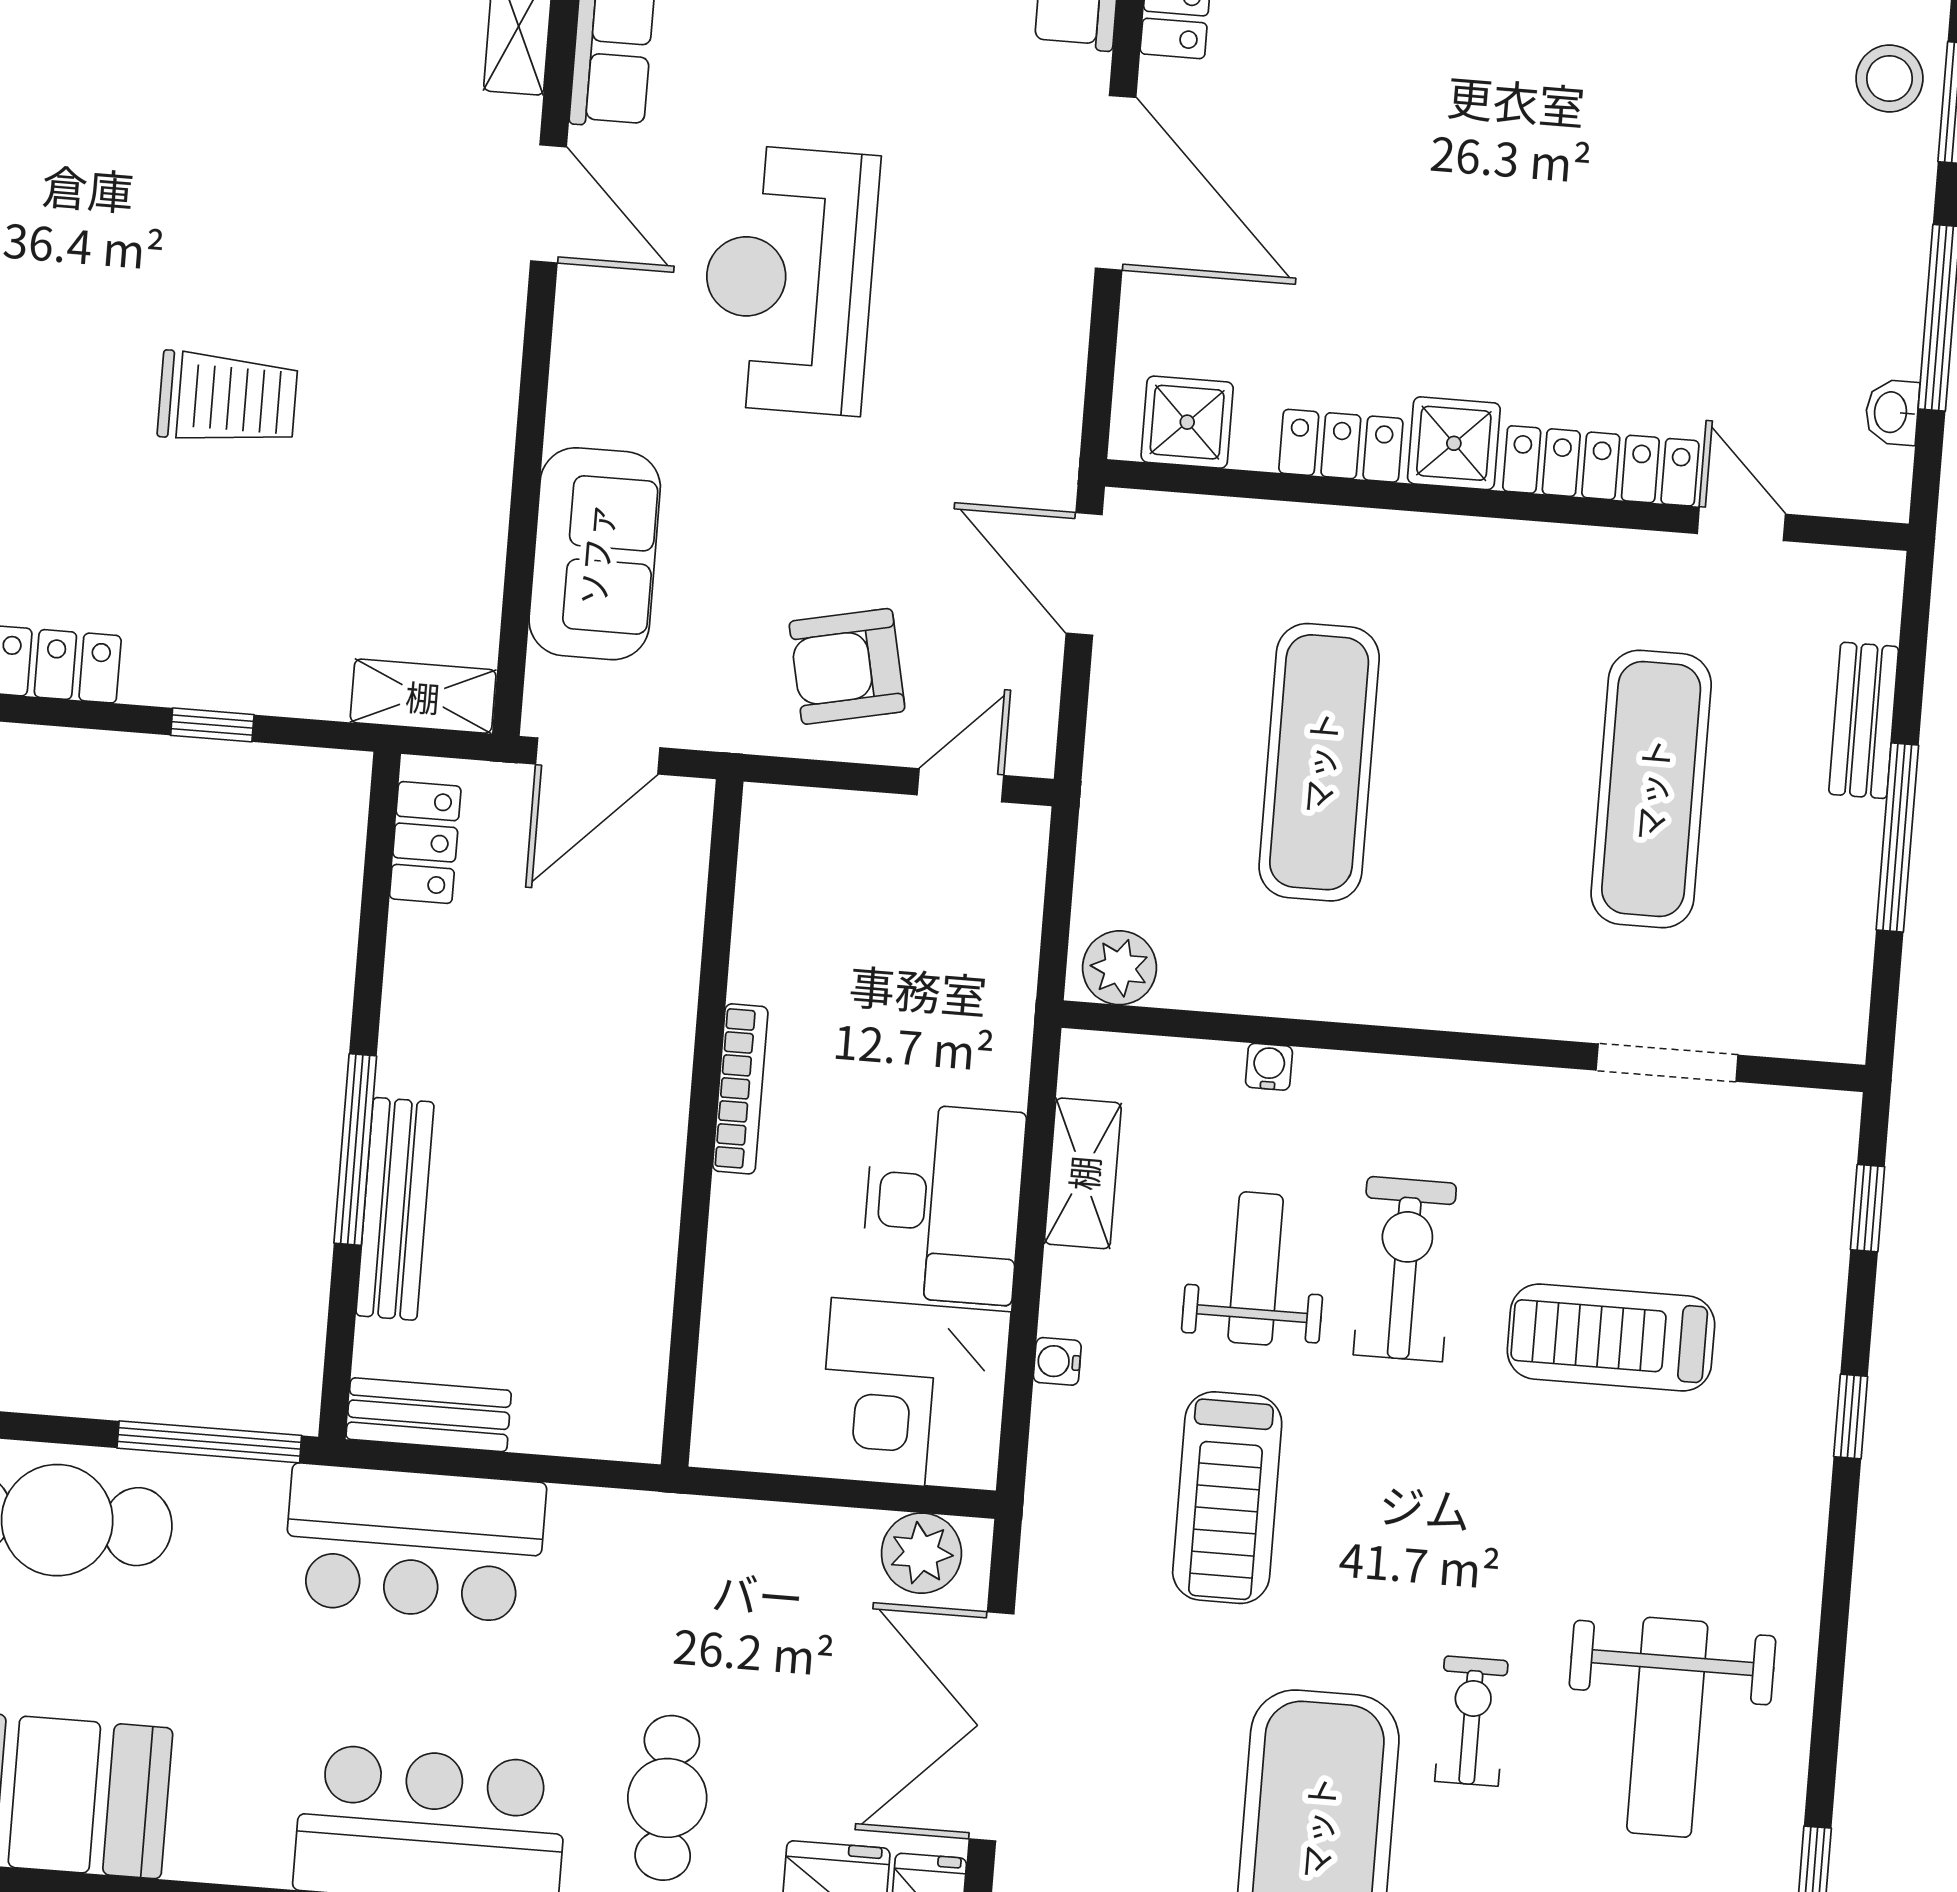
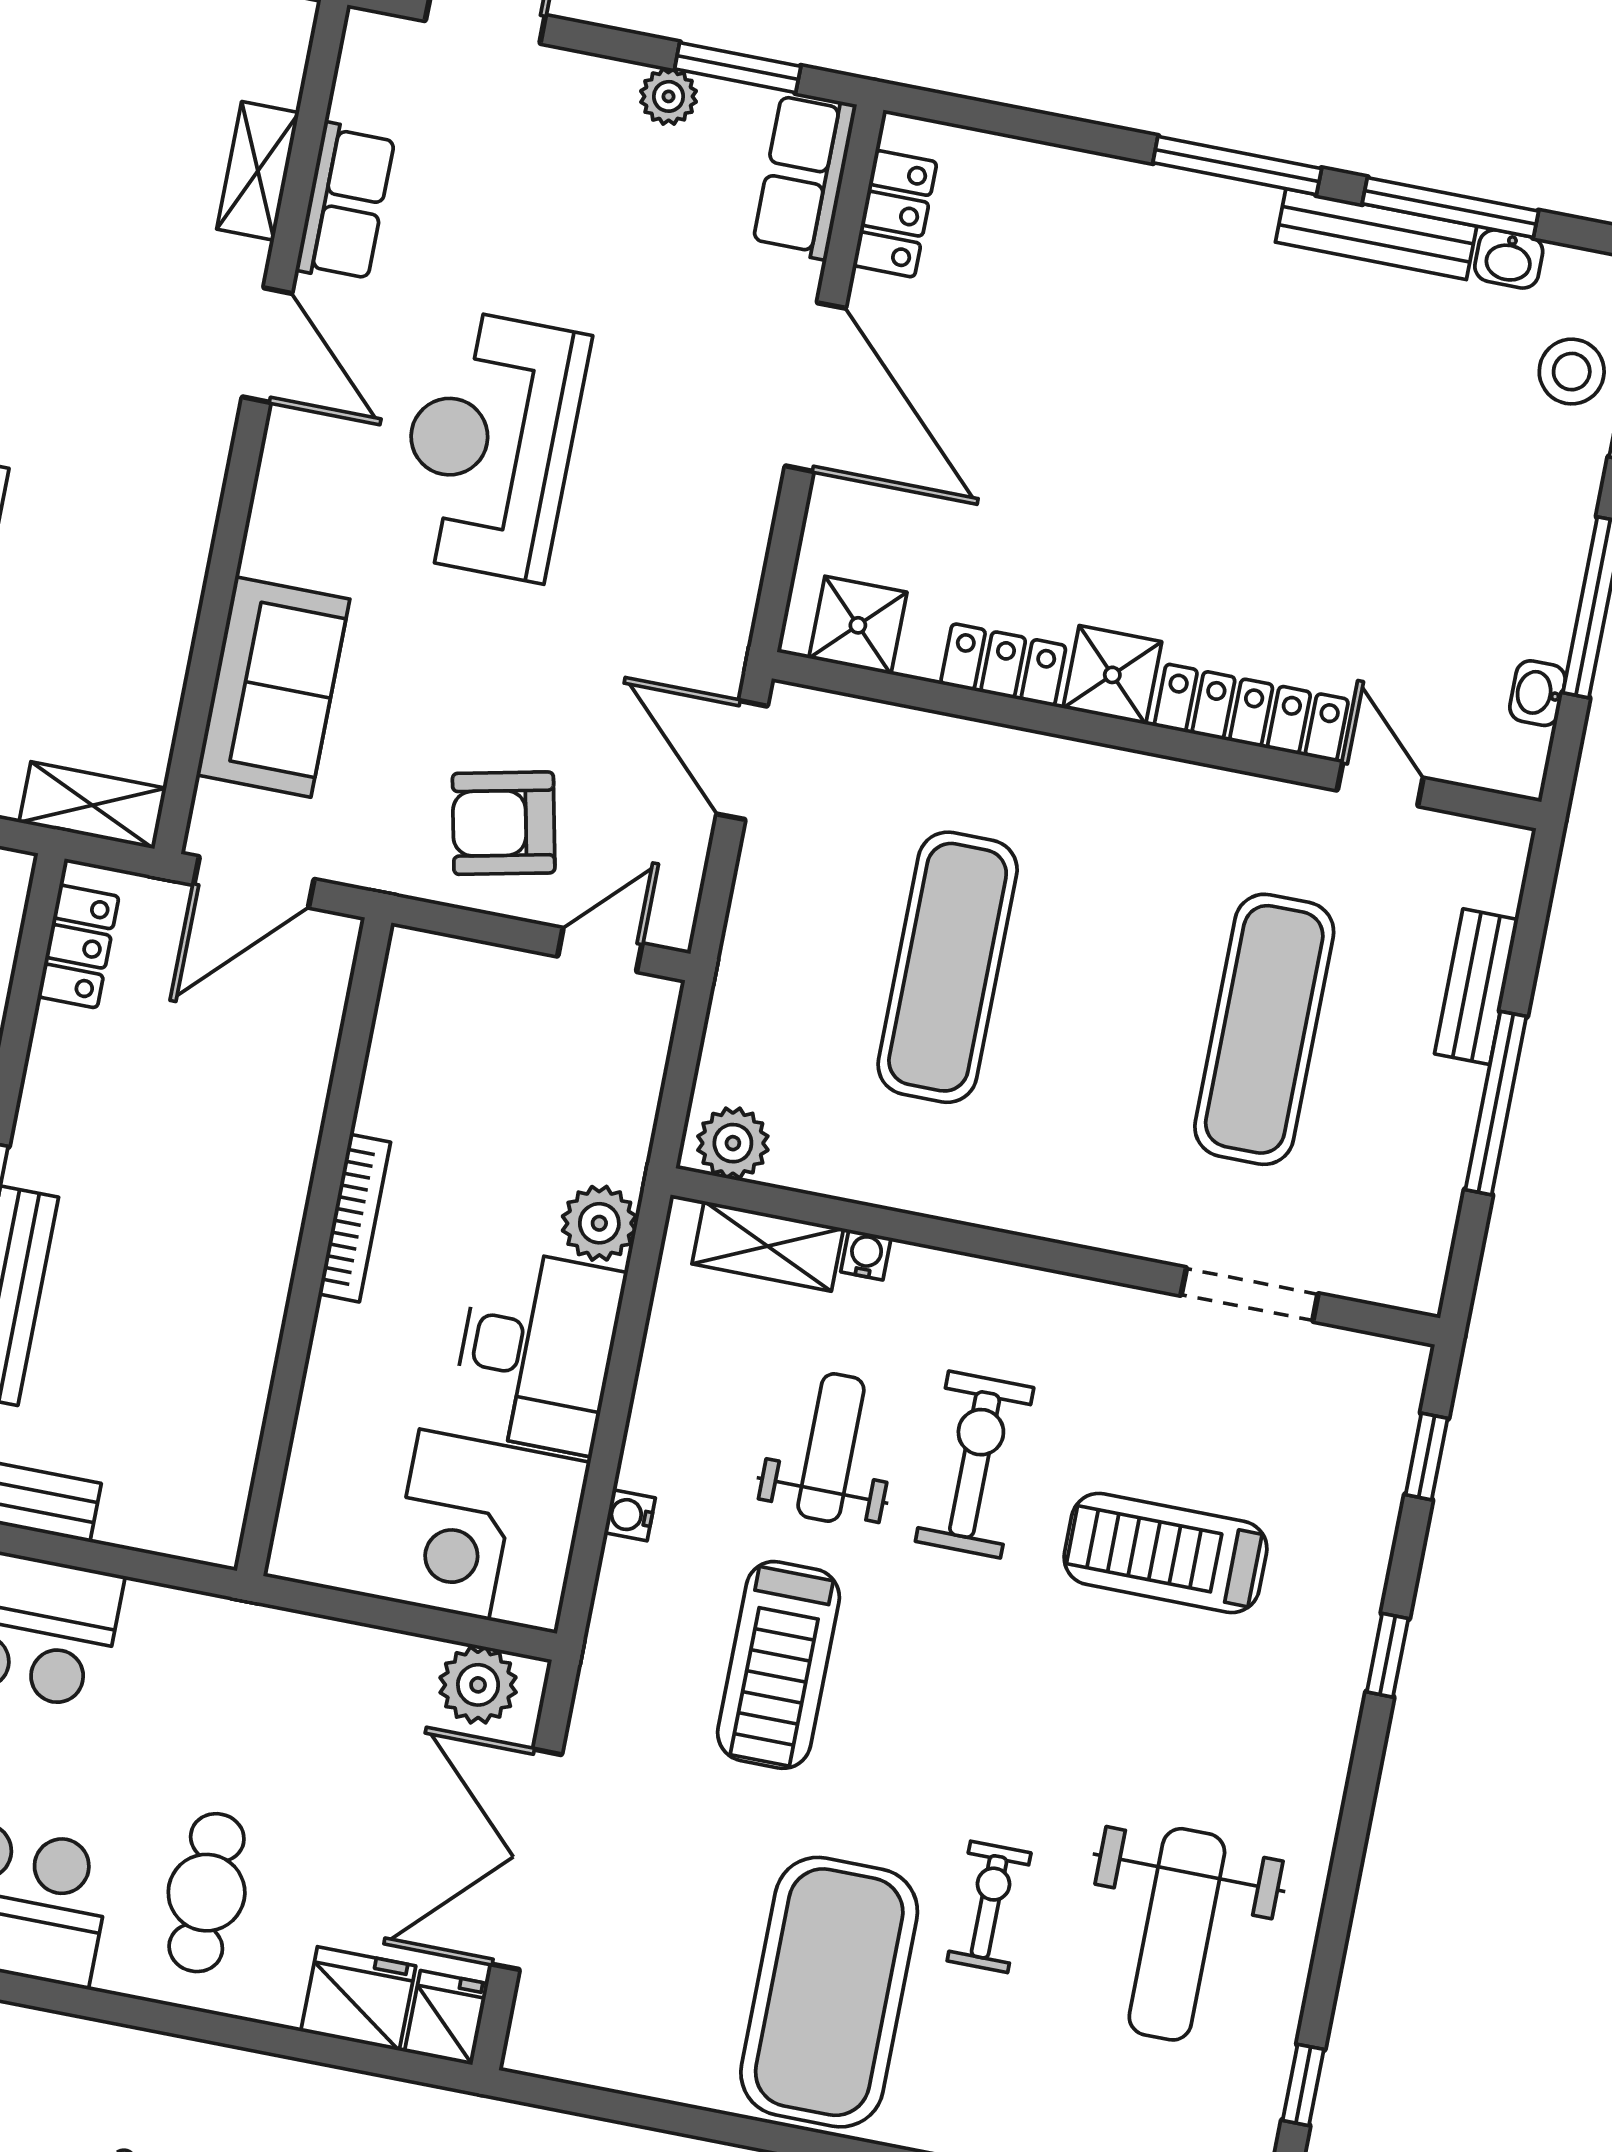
plant: (992, 1066) -> (599, 1223), added
shelving: (1083, 1173) -> (768, 1246), moved, turned 90

